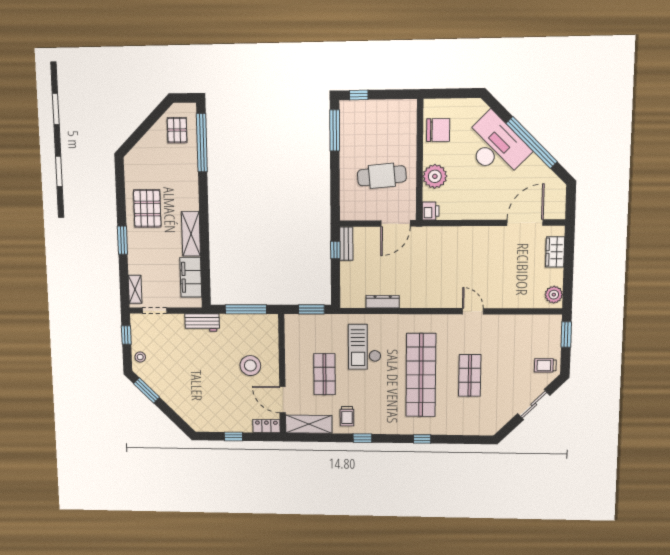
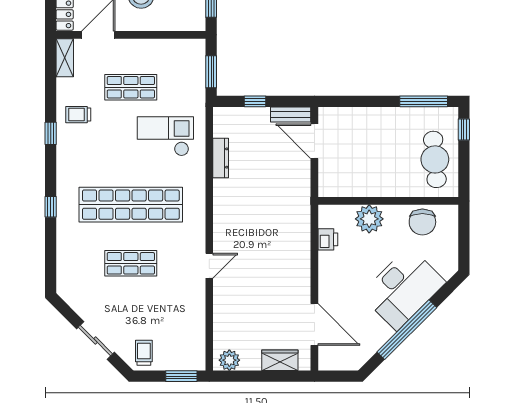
cafe table: (382, 176) -> (435, 159), moved
printer: (431, 211) -> (328, 239), moved, turned -90
door: (396, 223) -> (314, 141), moved
window: (335, 250) -> (255, 101), moved
shelving: (309, 424) -> (65, 58), width x0.67, depth x0.75

